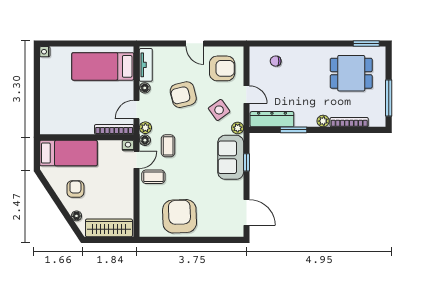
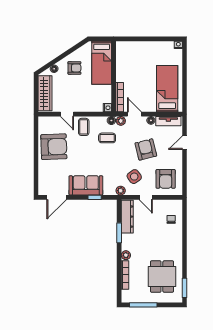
door: (195, 43) -> (185, 143), moved
door: (246, 95) -> (146, 197), hinge flipped
sofa: (231, 157) -> (86, 185), moved
door: (137, 160) -> (67, 114), moved

